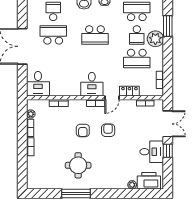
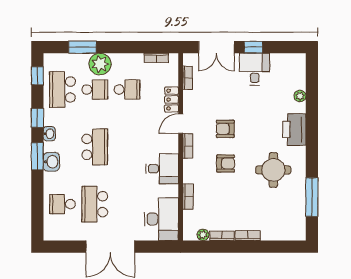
school desk: (137, 58) -> (127, 90), width x0.54
desk: (38, 84) -> (161, 219), width x1.37
desk: (92, 84) -> (162, 169), moved
door: (112, 98) -> (181, 124), swing flipped
double door: (168, 124) -> (216, 47), swing flipped
printer: (149, 181) -> (294, 130), moved
window: (76, 193) -> (312, 197), moved

